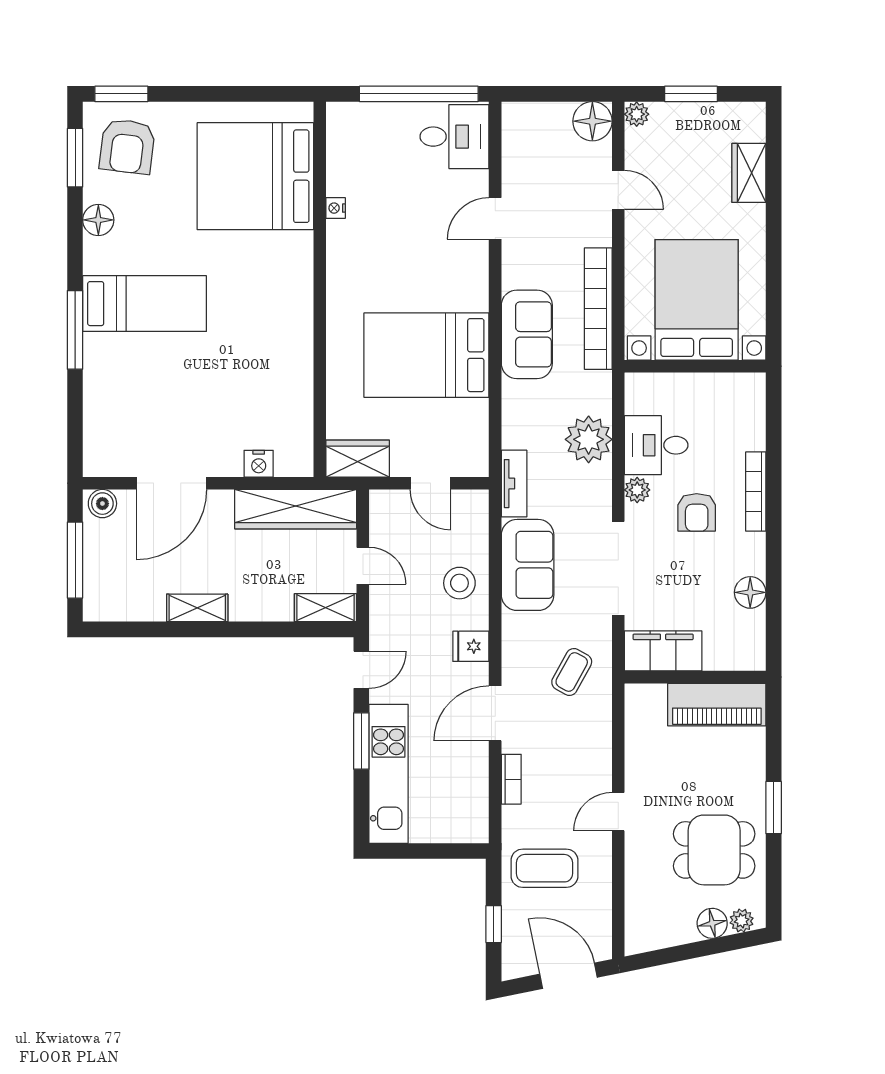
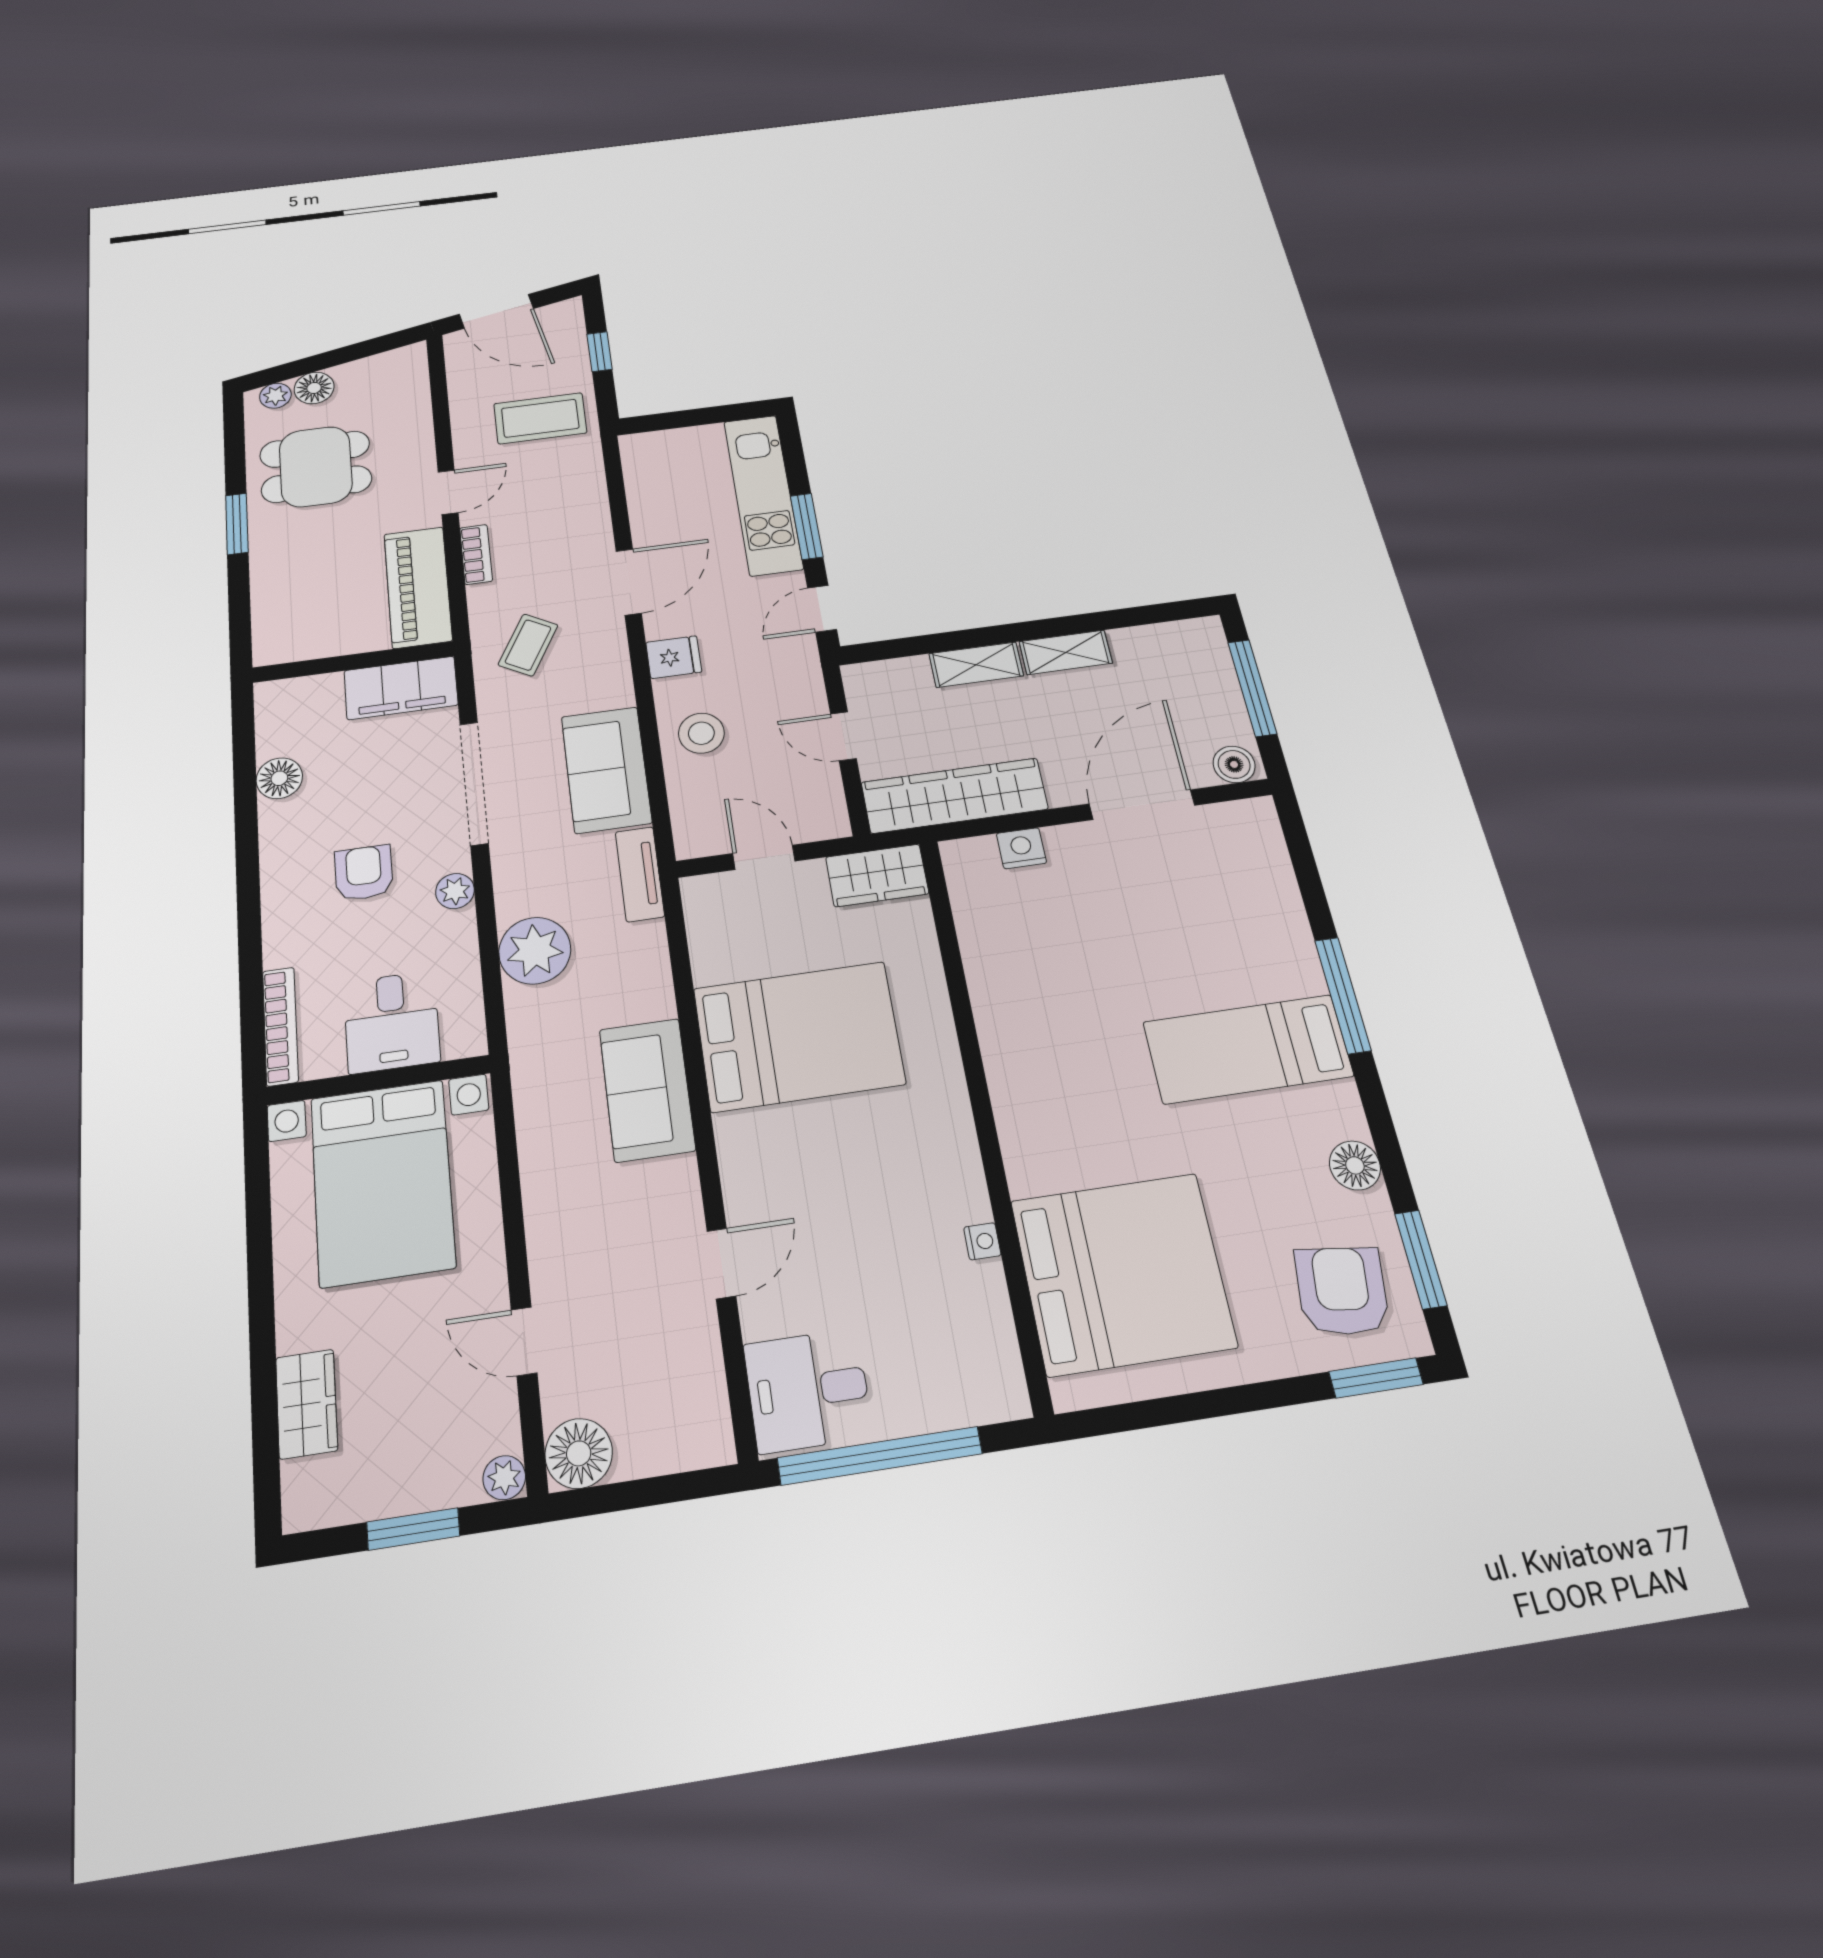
bookcase: (598, 309) -> (539, 1145), removed
desk: (656, 445) -> (392, 1022), moved, turned 90
bookcase: (756, 492) -> (280, 1026), moved
shelving: (326, 608) -> (976, 665), moved
piano: (717, 705) -> (418, 587), moved, turned -90
bookcase: (511, 779) -> (476, 554), moved, turned 180

